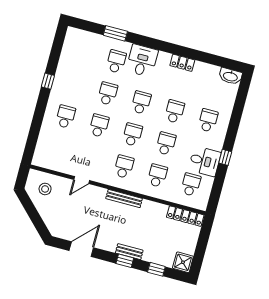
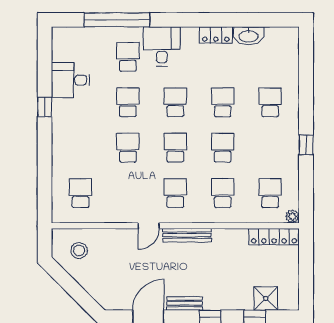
window: (115, 33) -> (117, 20), width x2.11
washbasin: (230, 76) -> (249, 36), moved
school desk: (65, 117) -> (80, 193), moved
desk: (205, 161) -> (70, 80), moved, turned 180
door: (82, 180) -> (149, 226), moved
plant: (202, 205) -> (292, 216), added
bench: (129, 252) -> (185, 303), moved
shower: (183, 262) -> (266, 298), moved

